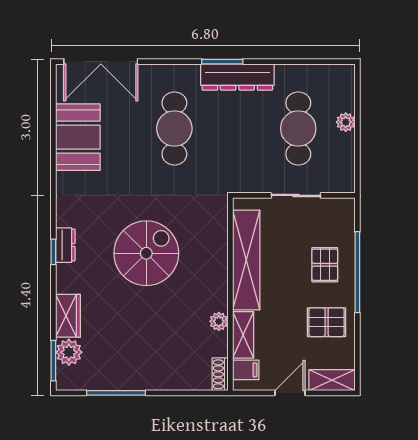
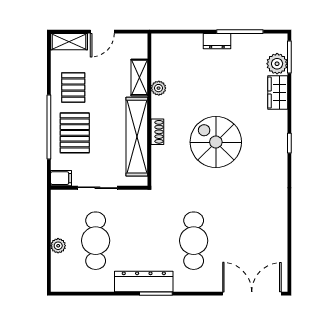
booth: (78, 137) -> (270, 234), removed
dresser: (65, 245) -> (217, 41), moved, turned -90
spiral stairs: (146, 253) -> (216, 142), turned 90
pallet: (325, 265) -> (75, 133), width x1.50, depth x1.42
pallet: (327, 322) -> (73, 88), turned 90
filing cabinet: (246, 370) -> (61, 178), moved, turned 180
shoe rack: (220, 374) -> (157, 132), moved

